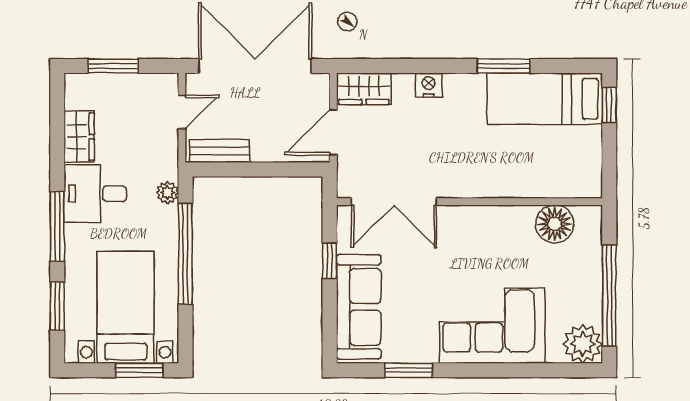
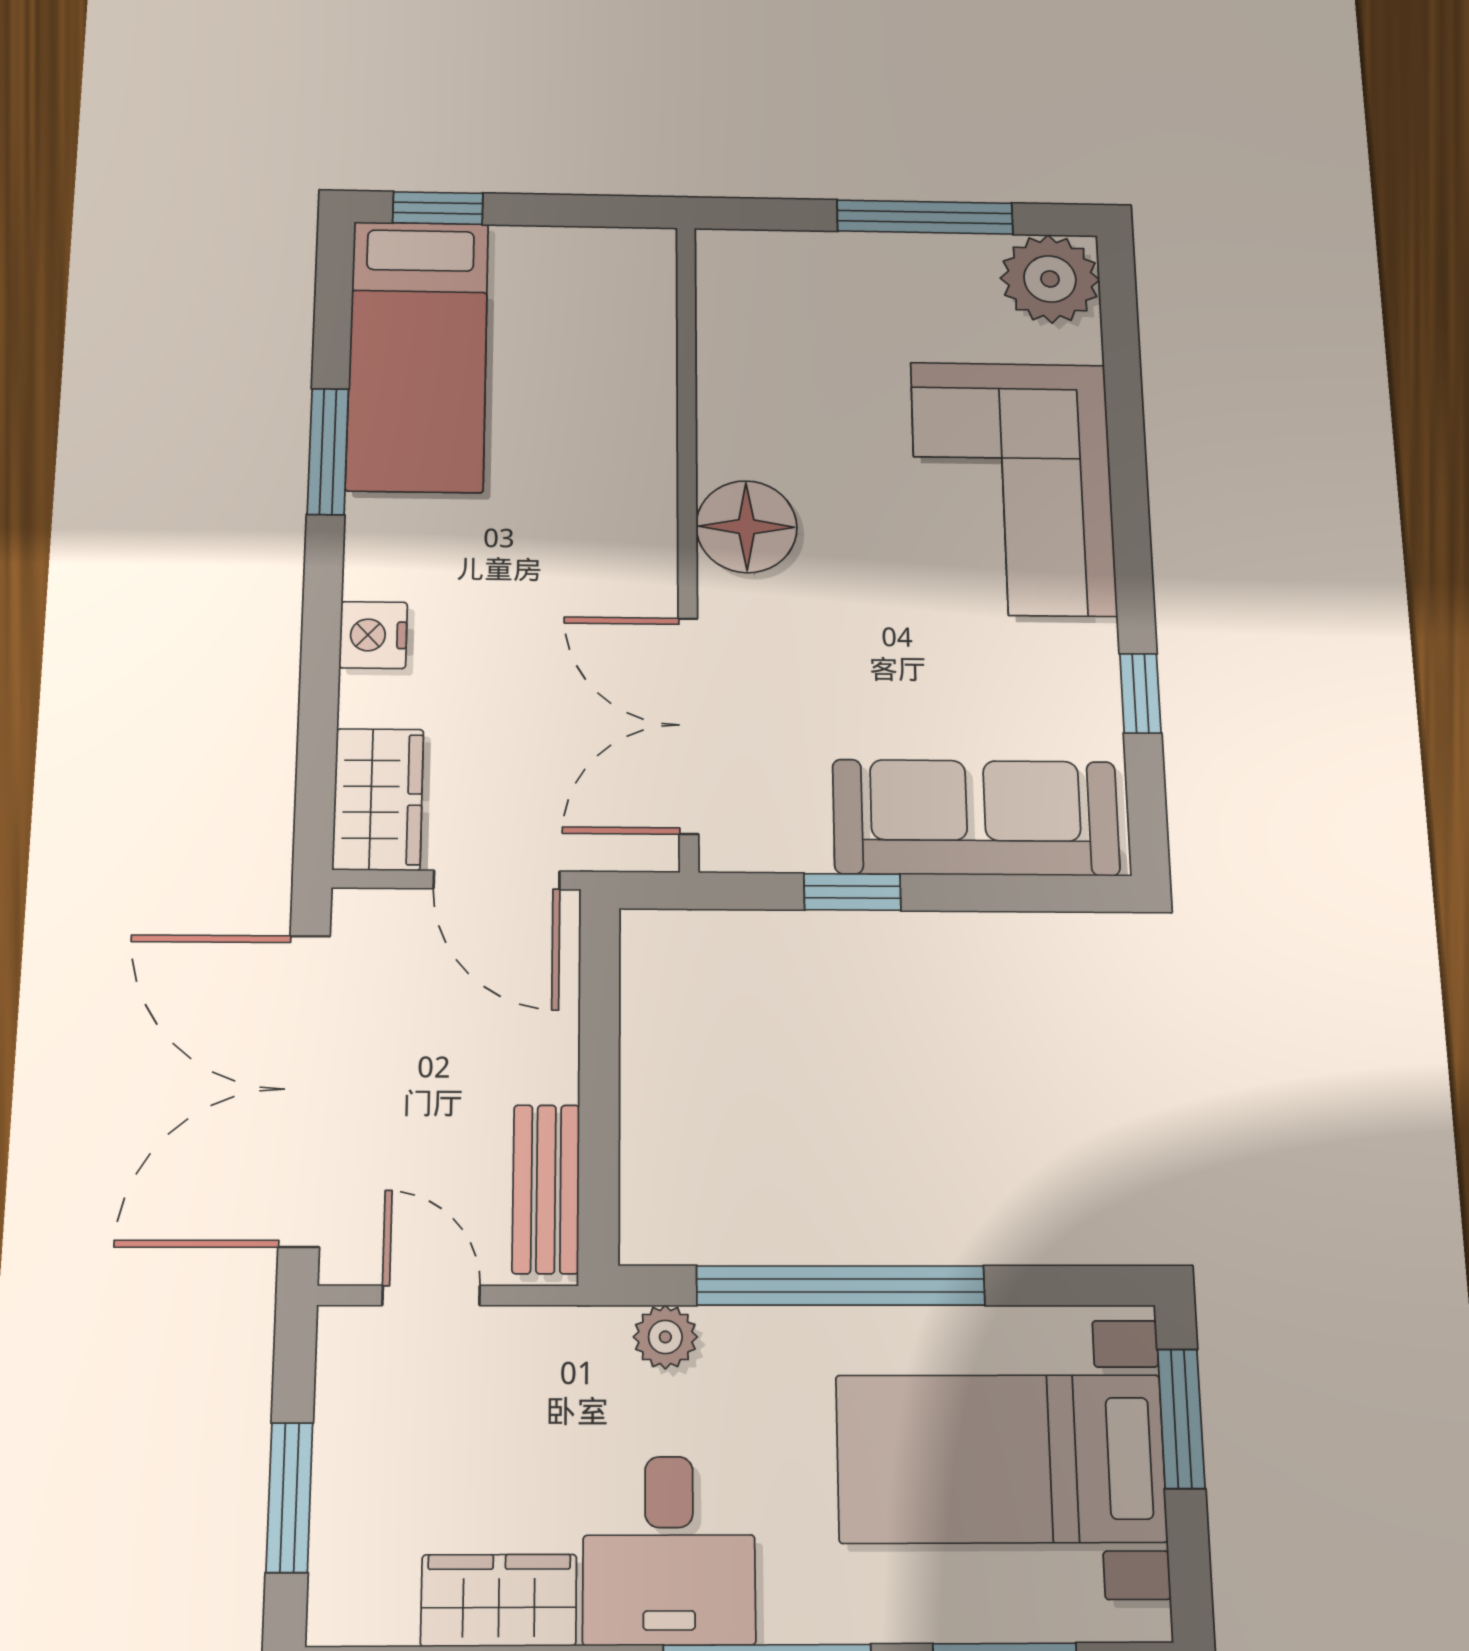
double door: (394, 202) -> (688, 725), swing flipped
floor lamp: (555, 224) -> (747, 527), moved
window: (609, 296) -> (925, 217), width x0.68
window: (409, 370) -> (1140, 693), width x0.67

